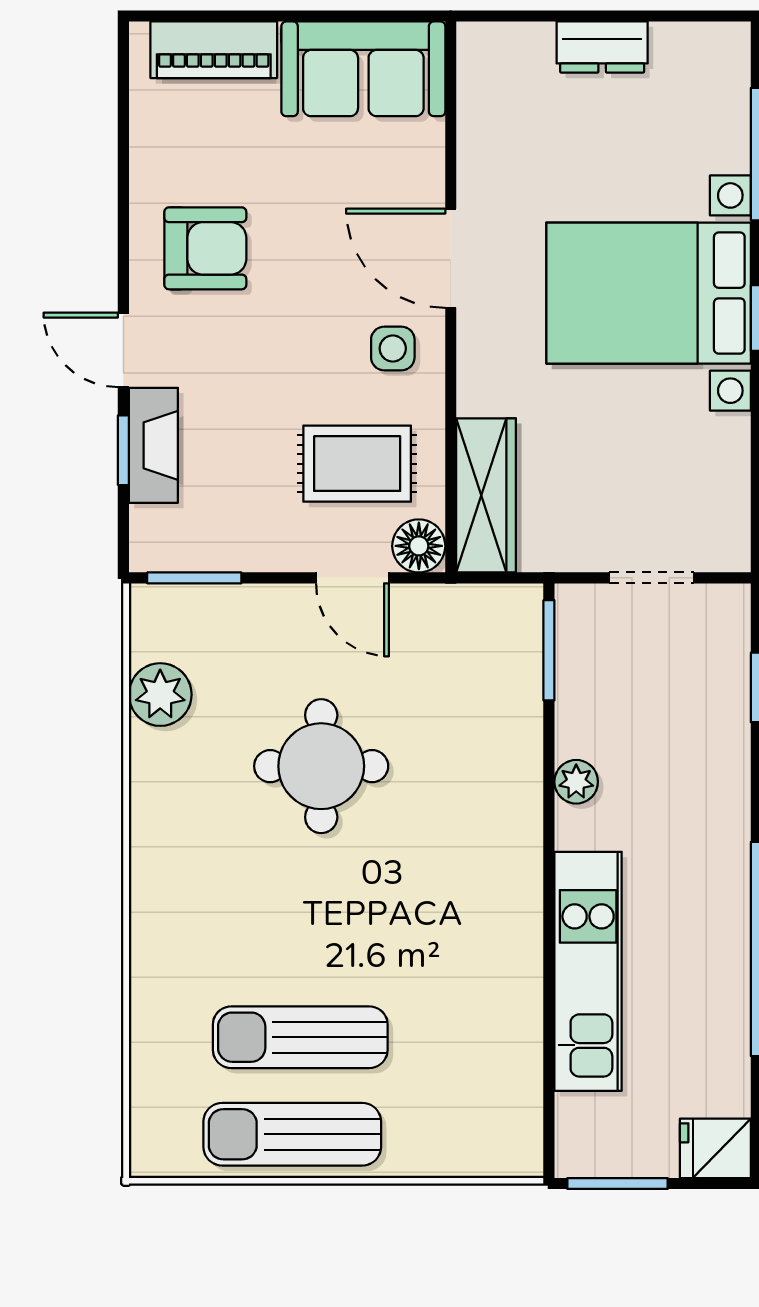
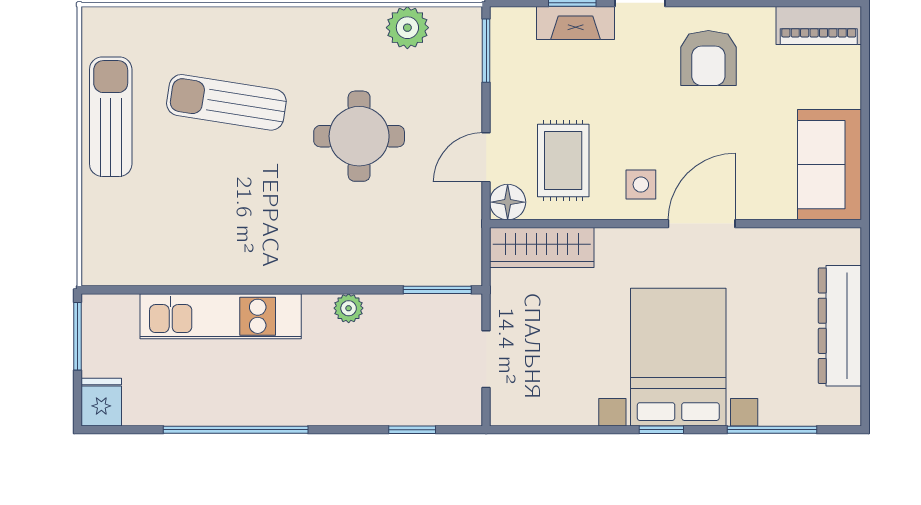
dresser: (602, 47) -> (840, 326), width x1.96, depth x1.24
piano: (214, 50) -> (819, 26), moved, turned -90
sun lounger: (300, 1037) -> (226, 102), moved, turned -81

